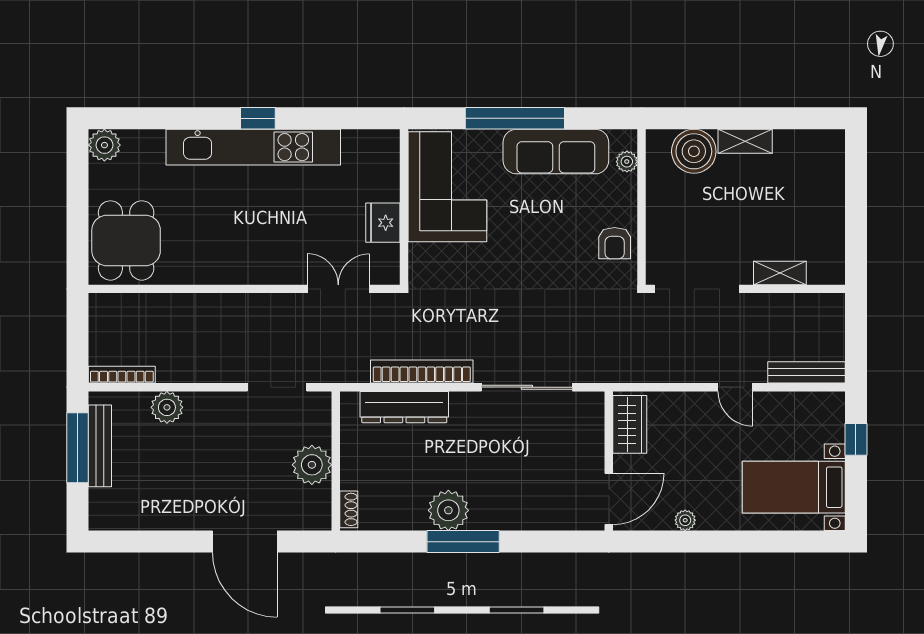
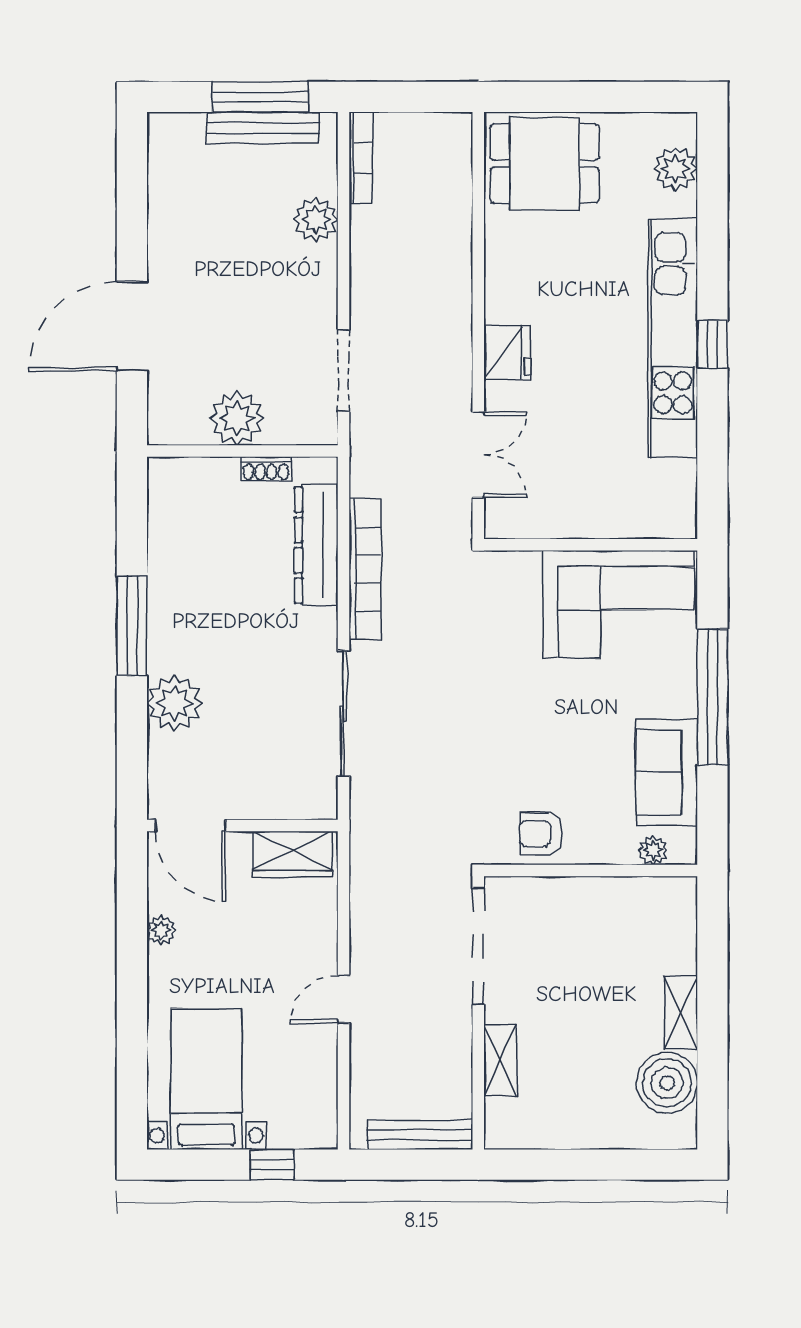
plant: (104, 145) -> (676, 169), moved
boiler: (694, 151) -> (667, 1083), moved
sofa: (556, 152) -> (667, 772), width x0.73
fridge: (383, 223) -> (507, 352), moved, turned 90
bench: (807, 372) -> (420, 1135), moved, turned 90
shoe rack: (349, 509) -> (266, 469), moved
plant: (448, 510) -> (175, 703), moved

